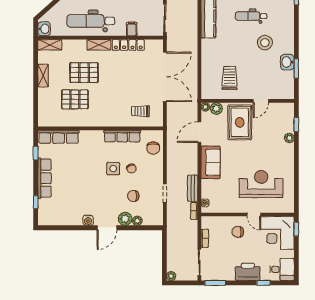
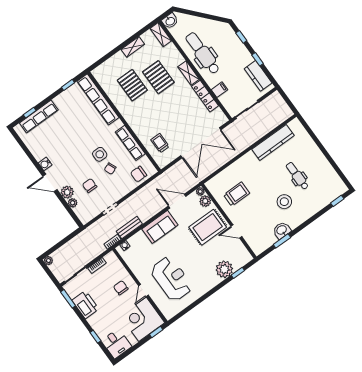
row of seats: (59, 137) -> (98, 99), width x1.36
plant: (289, 138) -> (224, 269), width x1.87, depth x1.87
row of seats: (45, 178) -> (39, 117), moved
printer: (248, 272) -> (85, 305), moved

